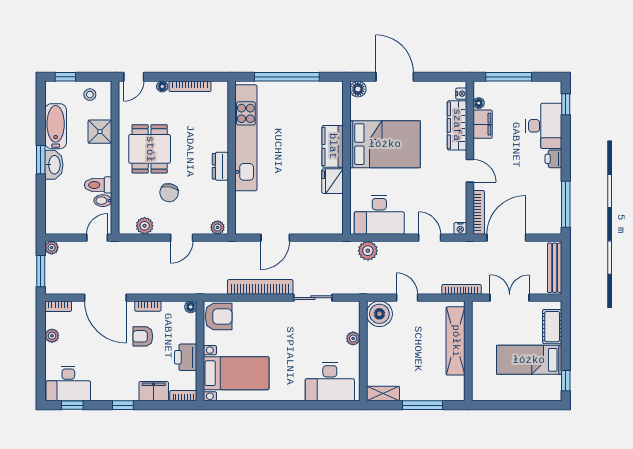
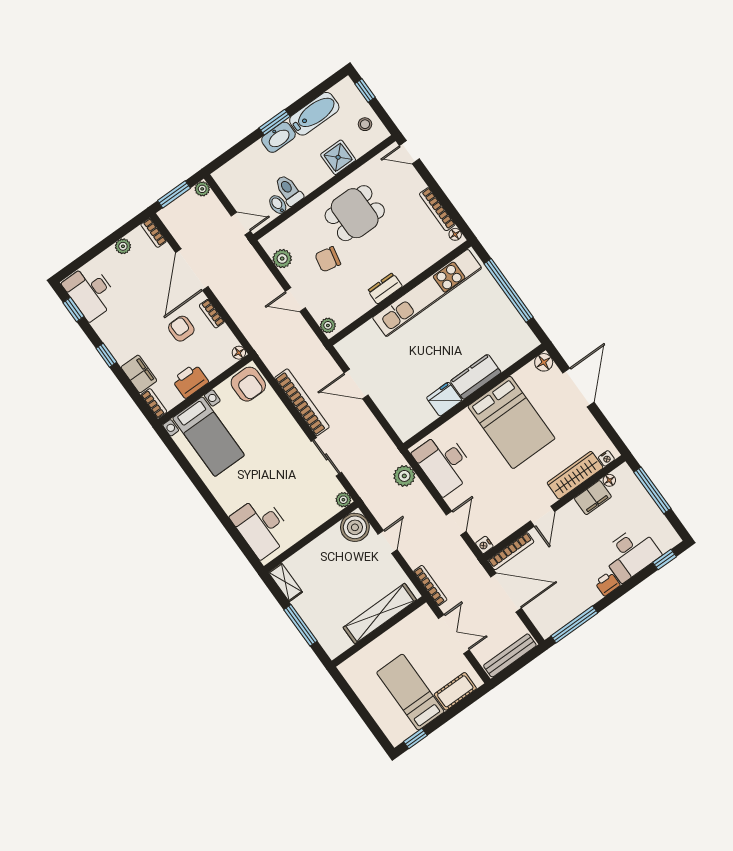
floor lamp: (162, 87) -> (455, 234), moved
plant: (353, 338) -> (343, 500), moved

